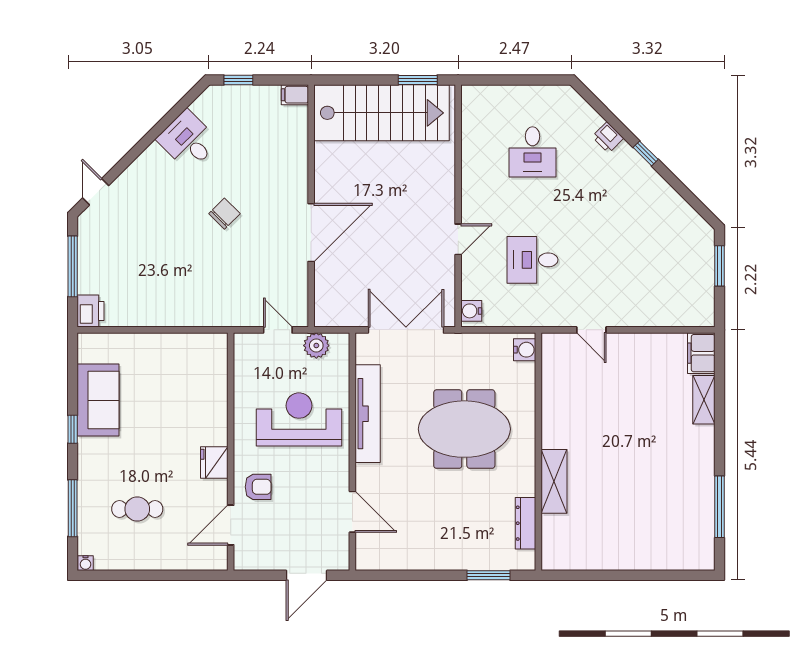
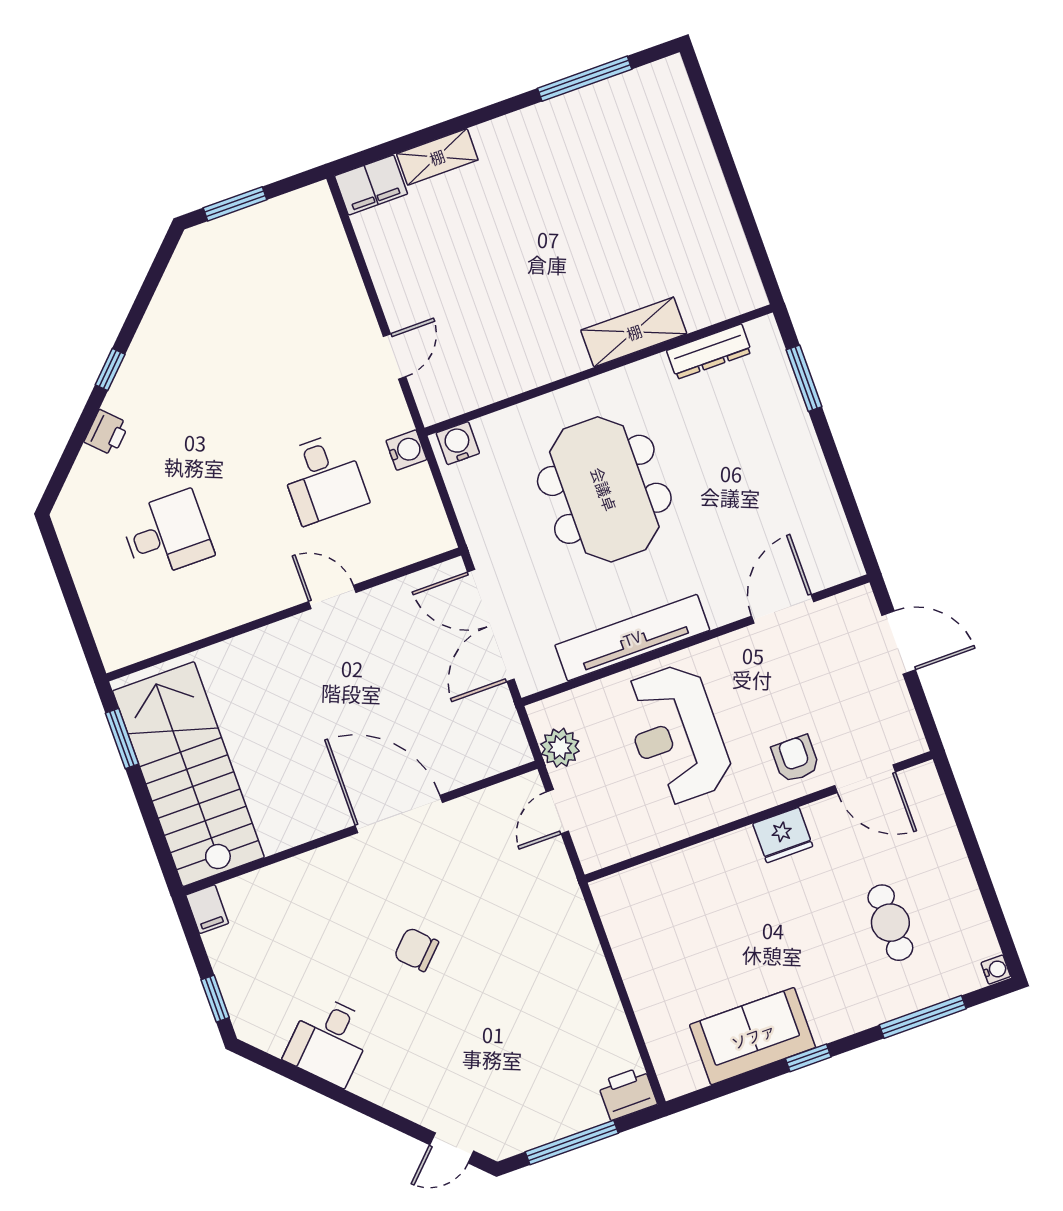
water cooler: (471, 311) -> (406, 450), moved, turned -90

